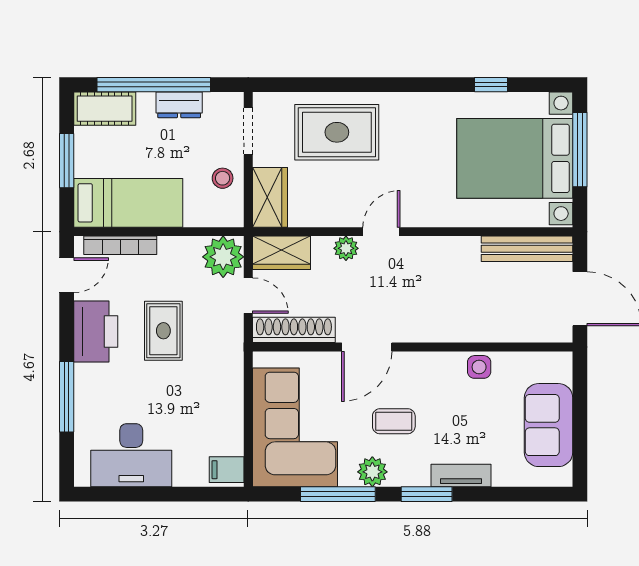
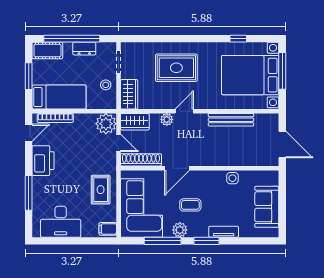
rug: (337, 132) -> (176, 68), moved
bench: (527, 249) -> (231, 120), moved
rug: (163, 331) -> (101, 190), moved

